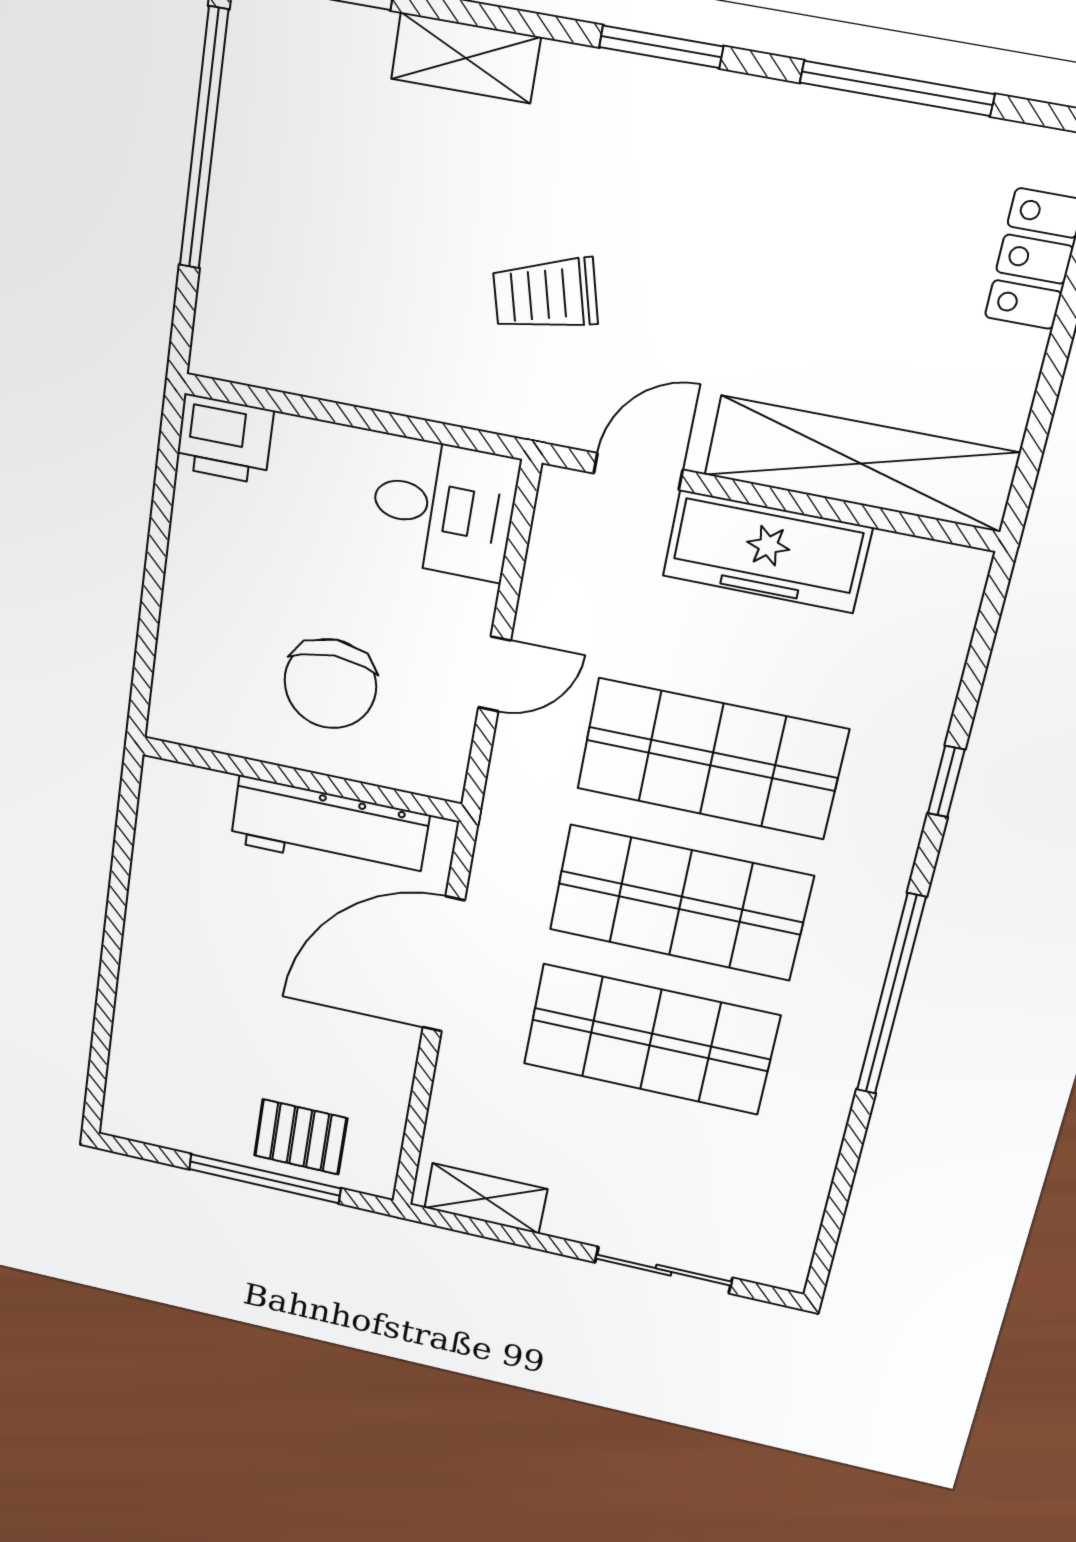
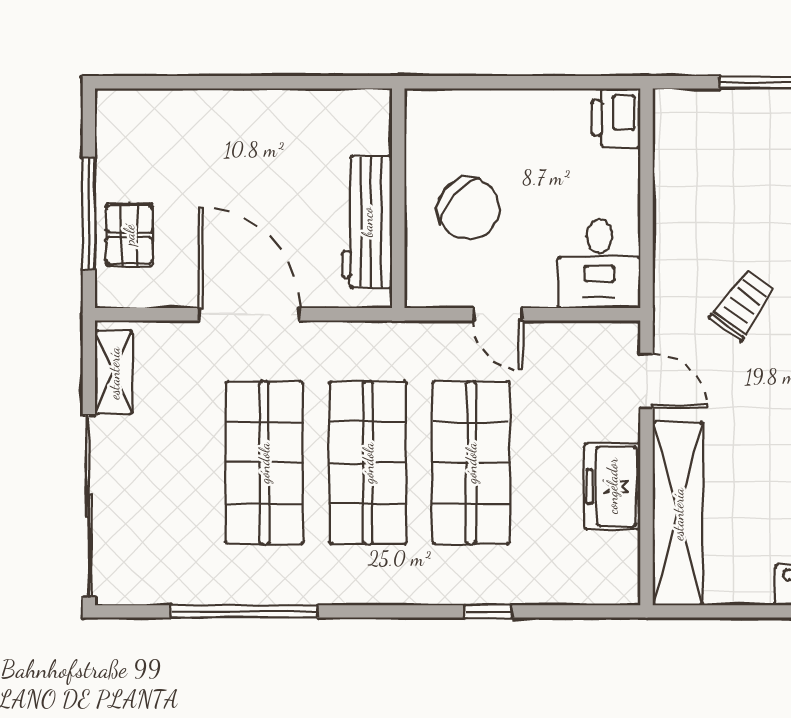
trolley: (545, 295) -> (743, 305), turned 51
freezer: (767, 552) -> (612, 486), width x0.71
chair: (330, 684) -> (469, 208), turned -141
door: (444, 964) -> (249, 314), moved
window: (891, 995) -> (244, 611), moved
sliding door: (664, 1270) -> (89, 506), width x1.86

